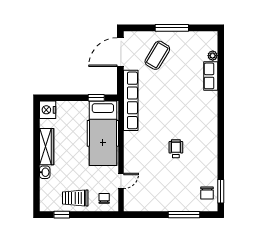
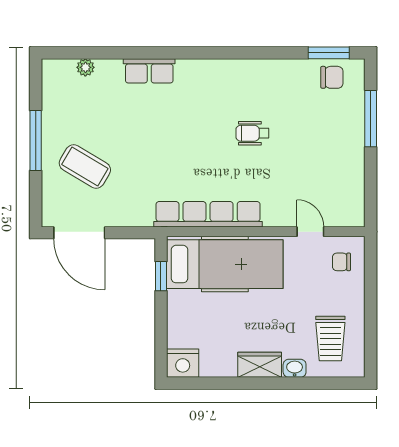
row of seats: (211, 76) -> (149, 71), moved
row of seats: (131, 100) -> (208, 214), moved
wardrobe: (47, 147) -> (260, 365), width x0.67
trolley: (75, 198) -> (330, 339), moved
window: (62, 215) -> (371, 338), removed

